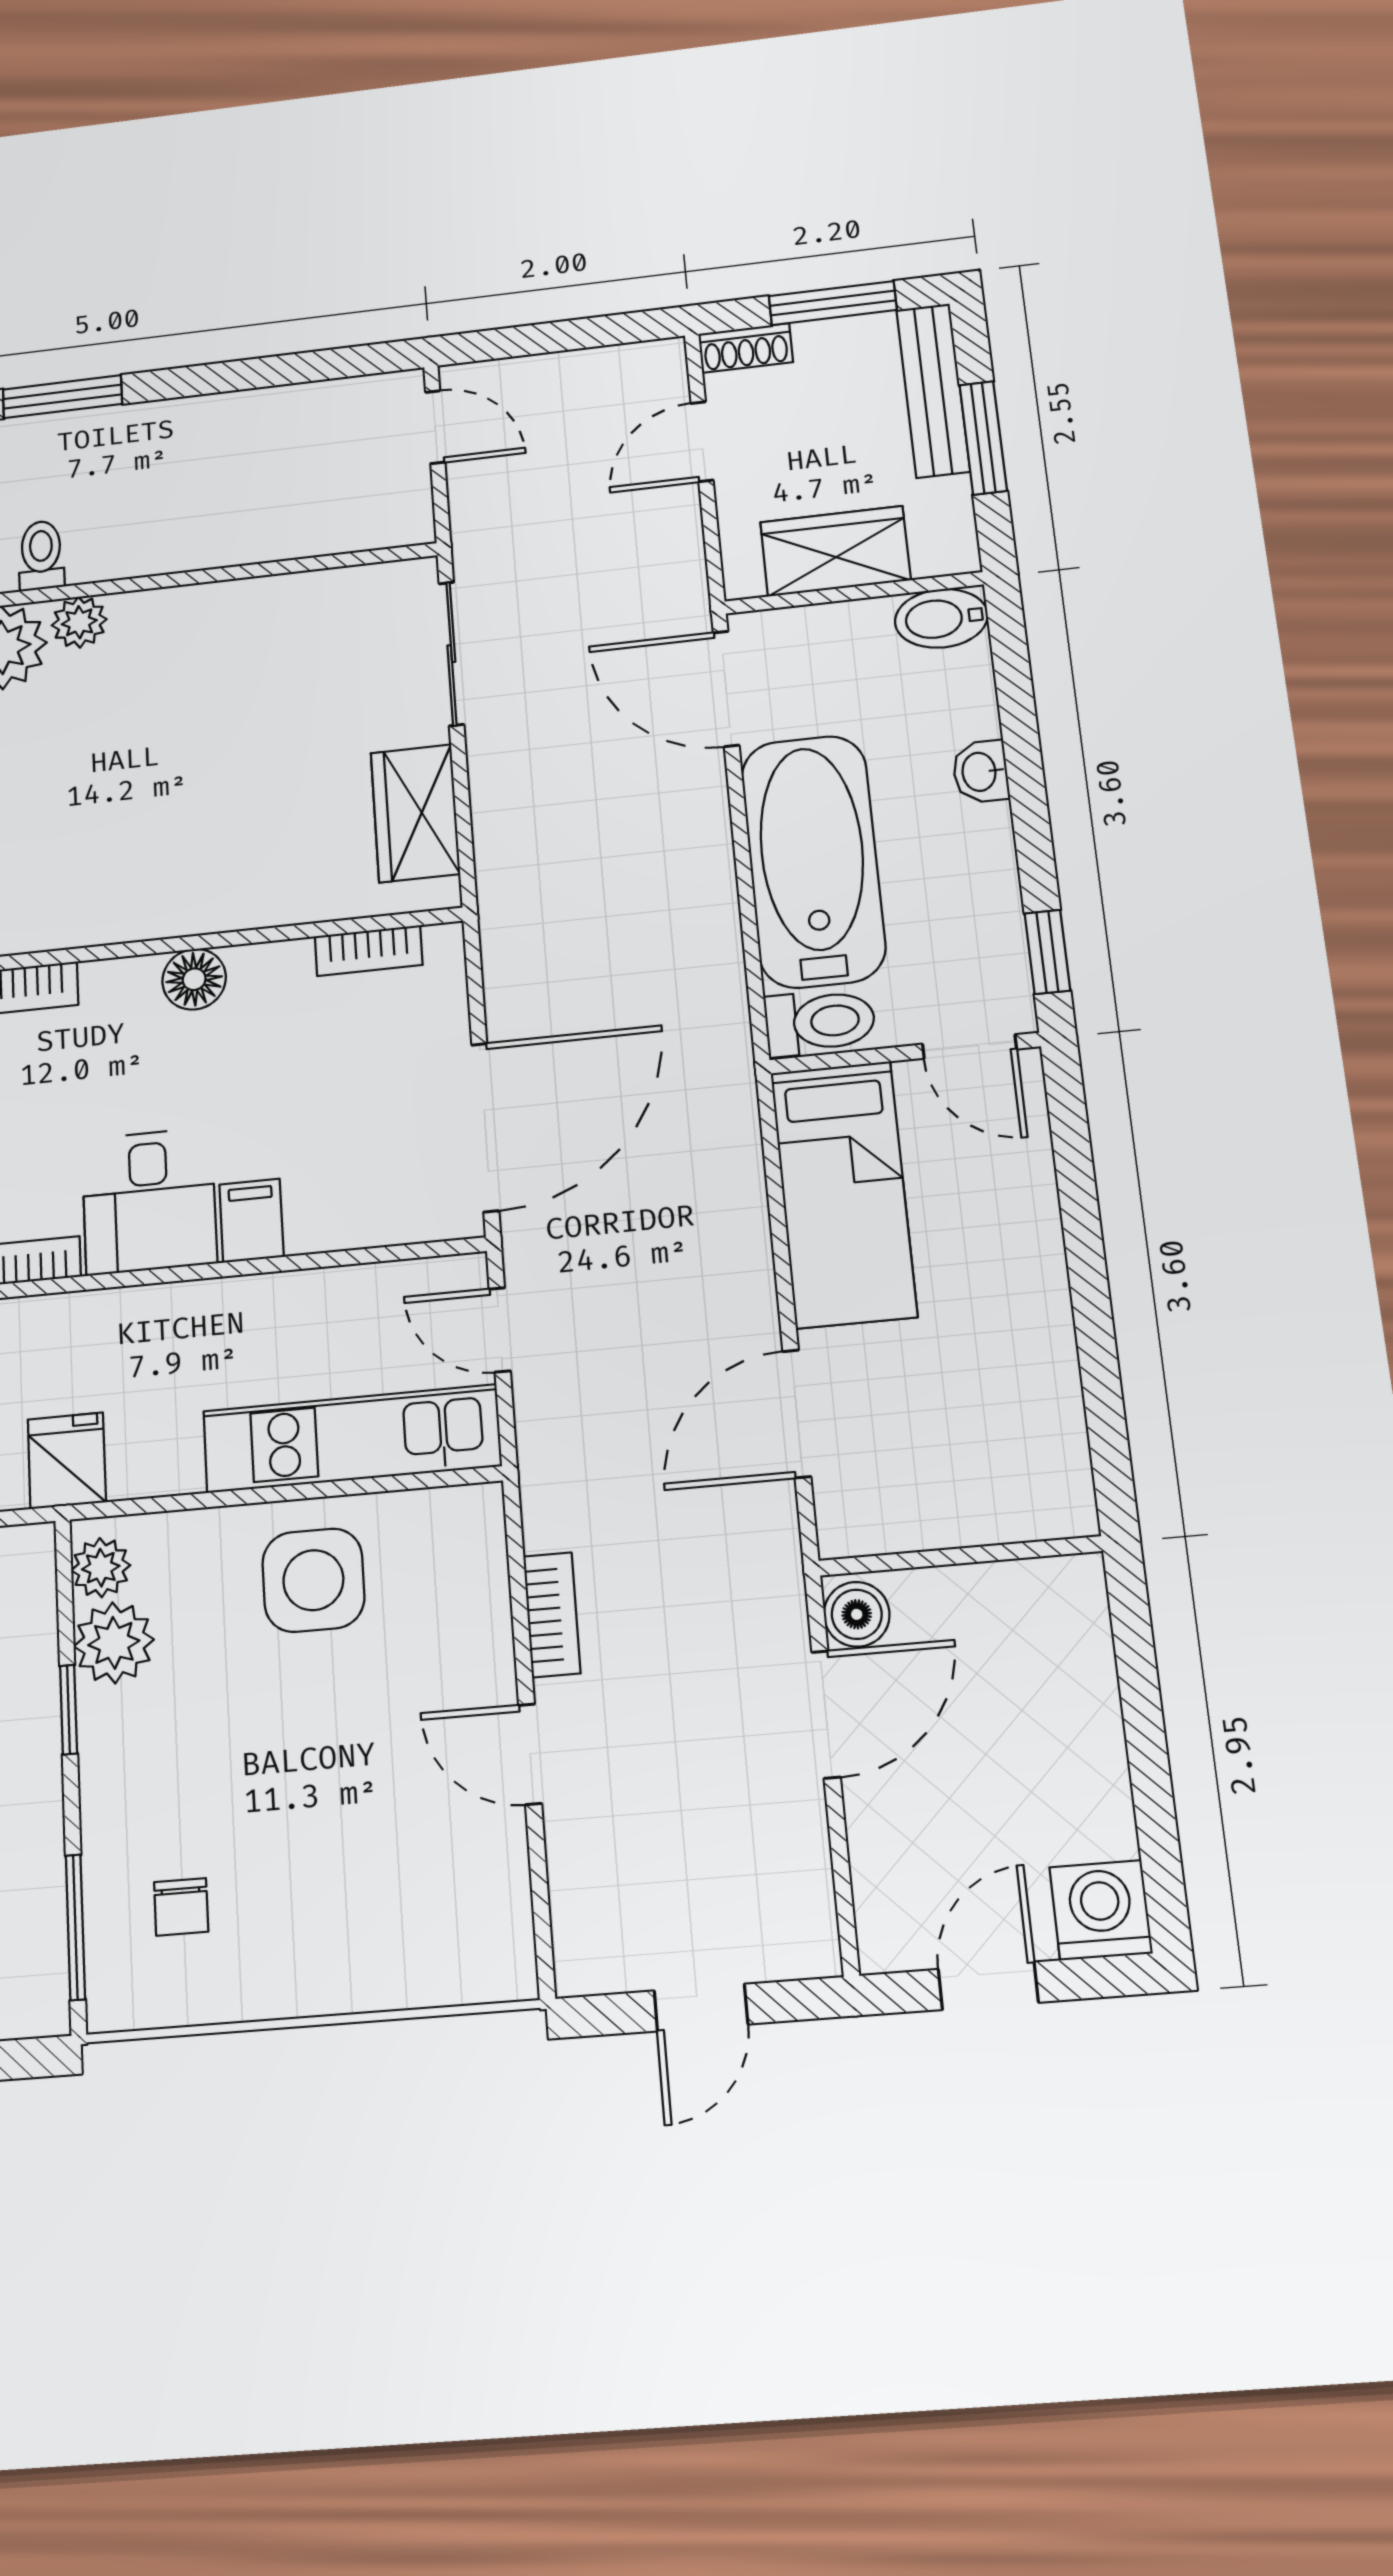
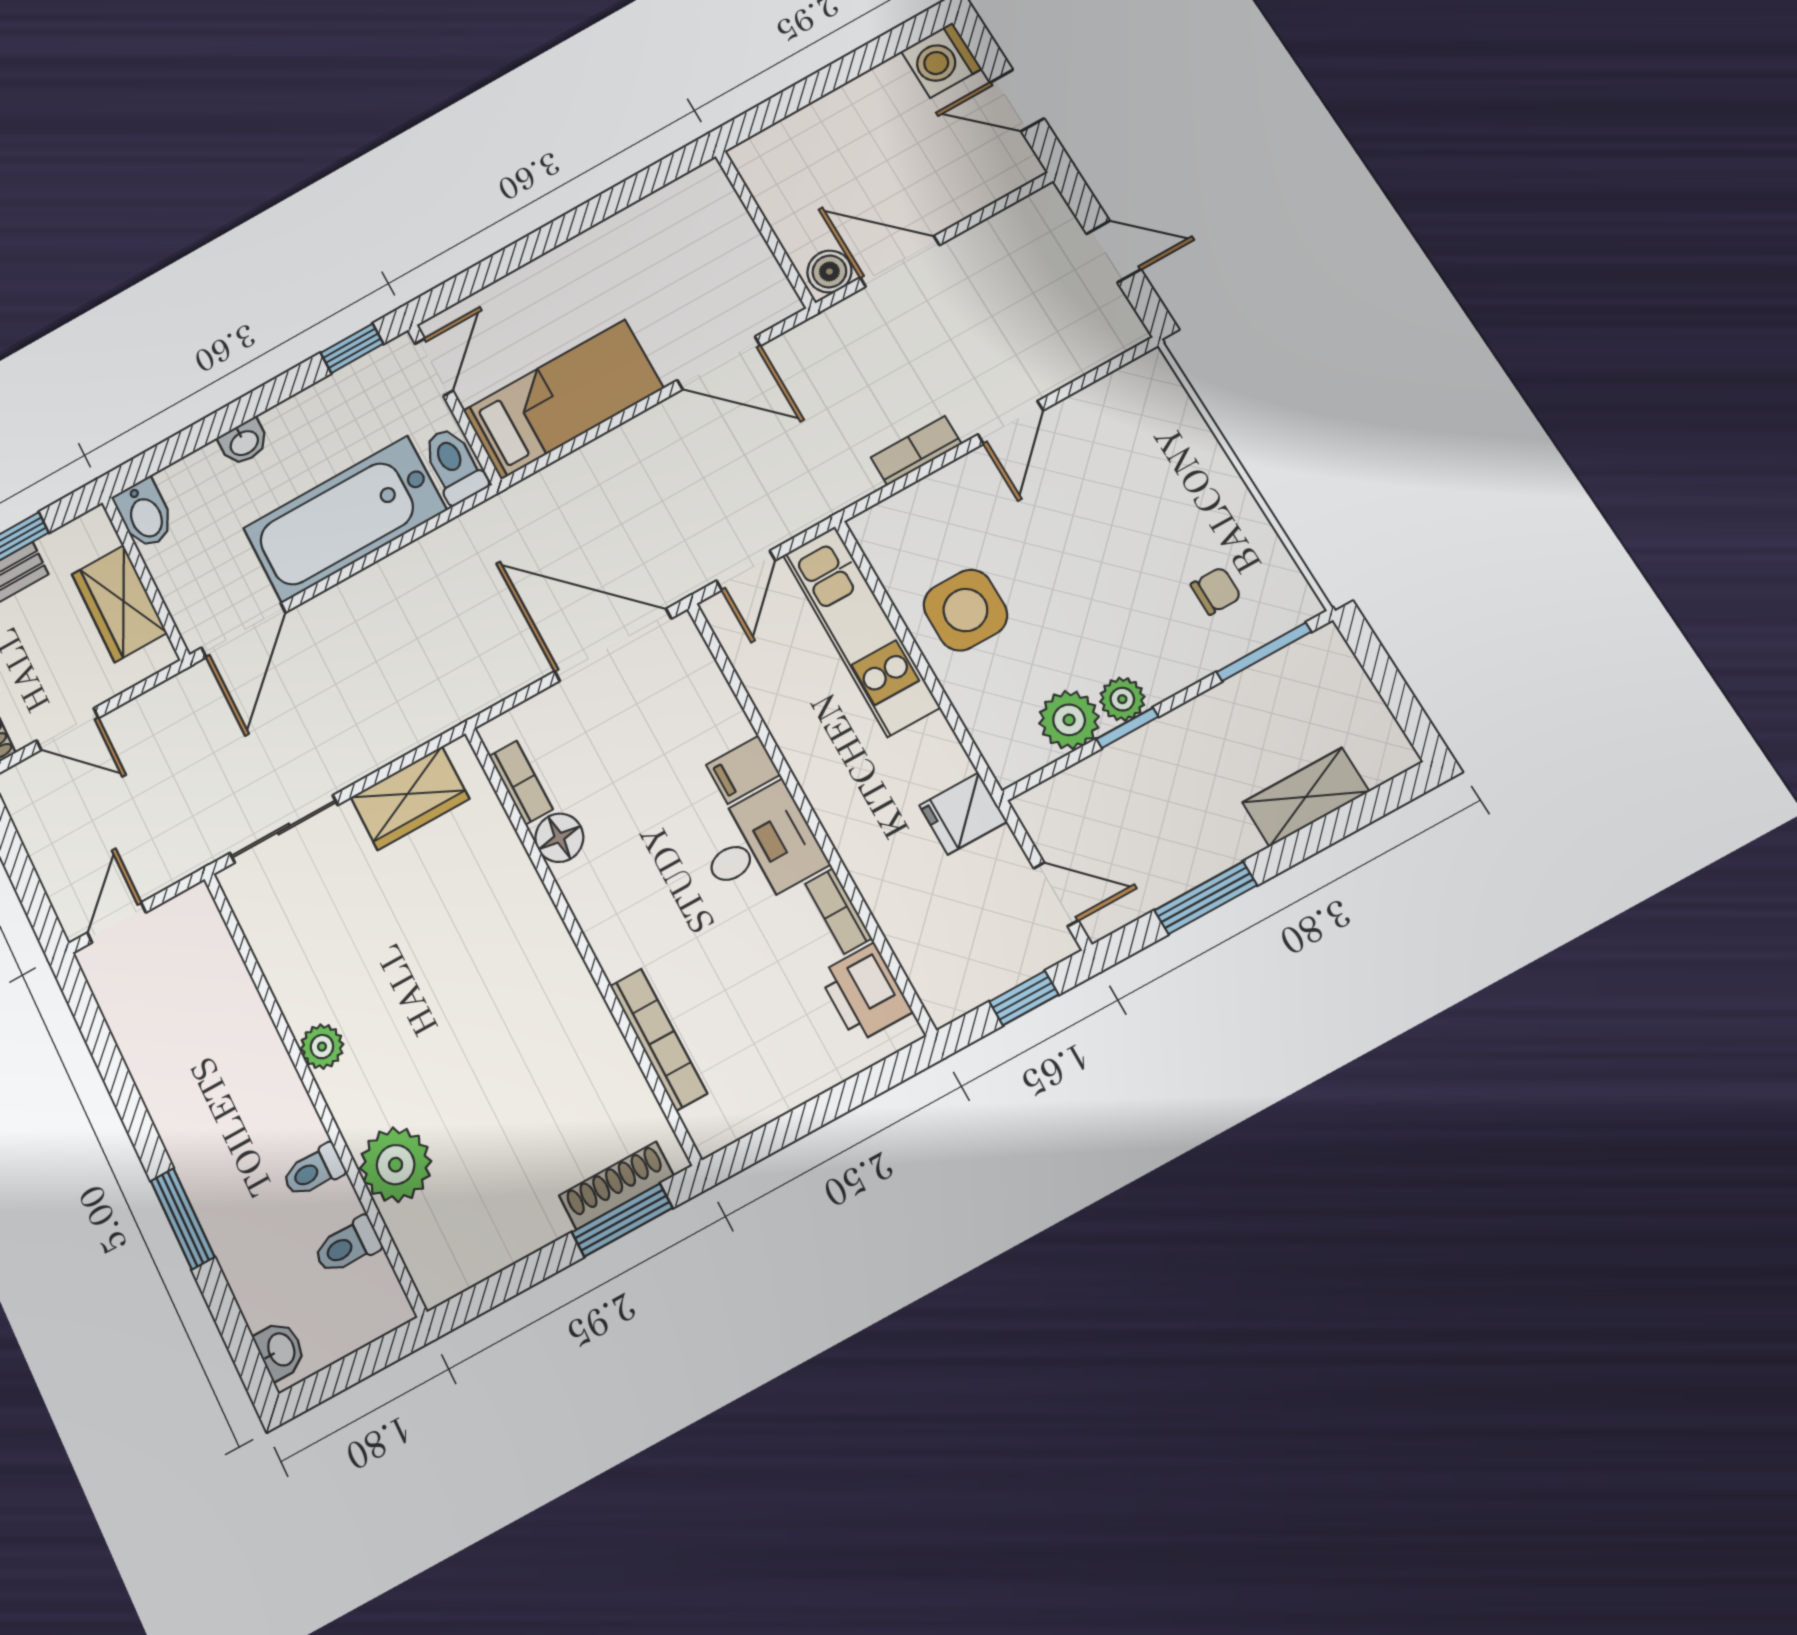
plant: (79, 622) -> (322, 1047), moved
floor lamp: (194, 979) -> (559, 838), moved
plant: (101, 1568) -> (1122, 699), moved

